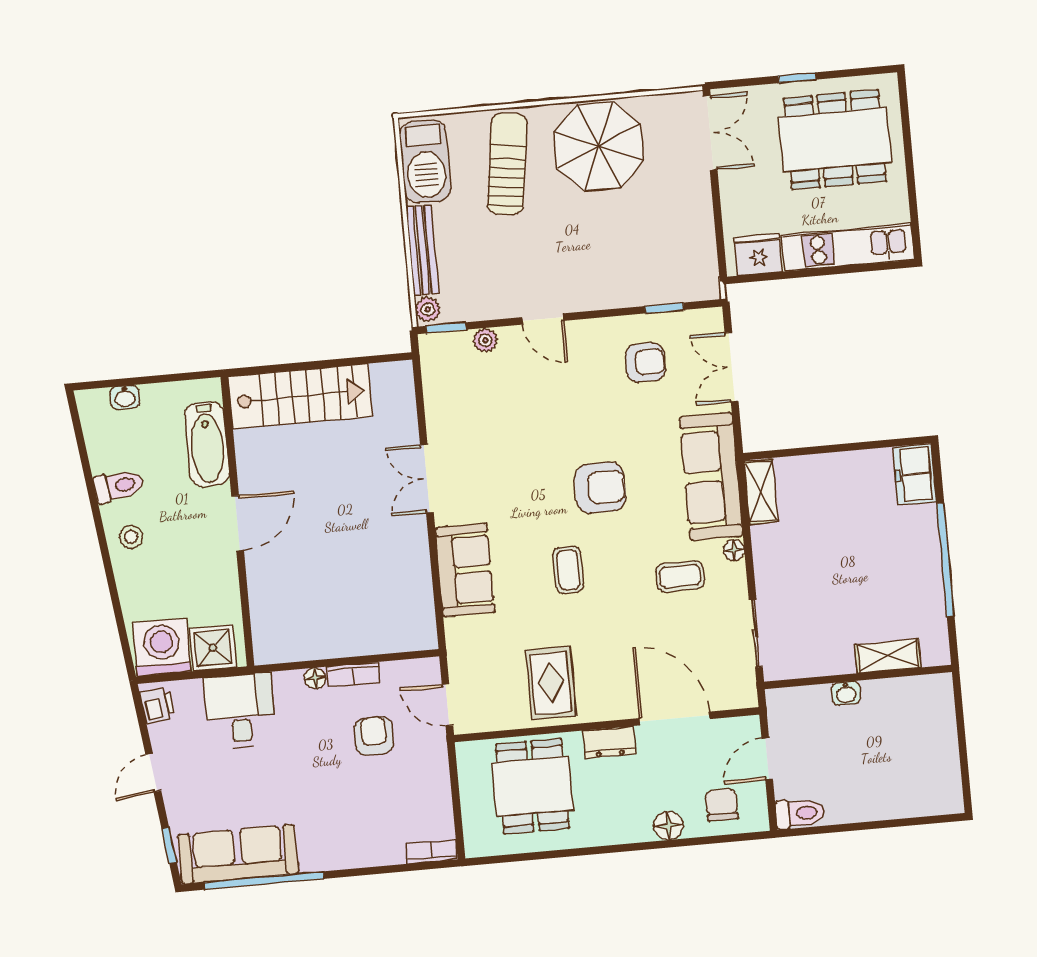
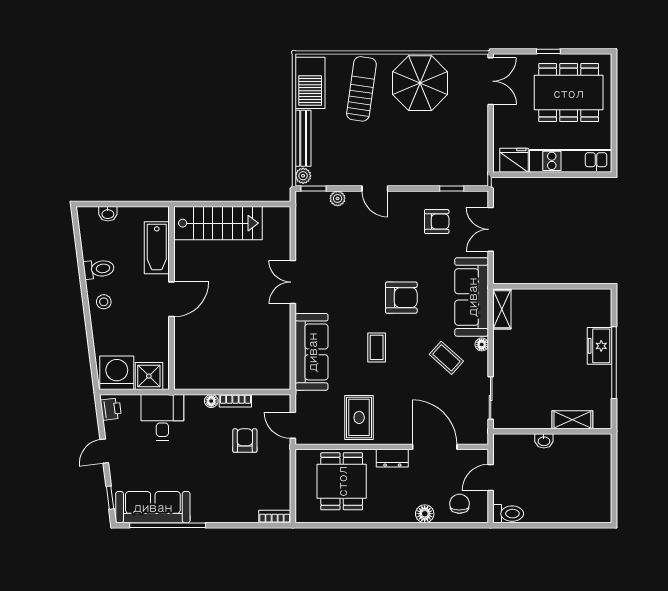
freezer: (915, 474) -> (600, 346), moved
sofa: (465, 570) -> (312, 352), width x1.36
coffee table: (680, 576) -> (446, 358), turned 42

